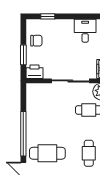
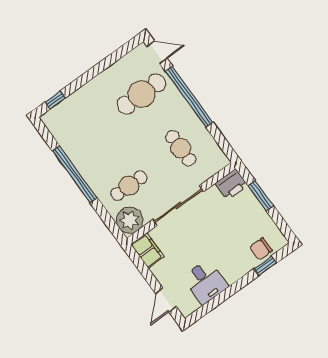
chair: (36, 41) -> (261, 249), moved
cafe table: (89, 153) -> (181, 148), moved

